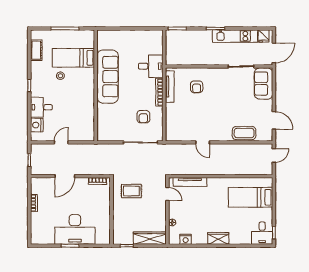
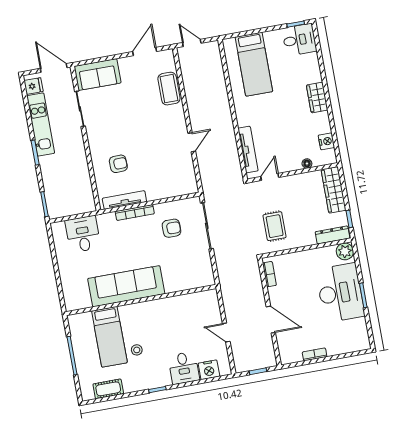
desk: (151, 66) -> (83, 234), moved
dresser: (117, 231) -> (332, 235), added
plant: (104, 238) -> (345, 251), added

